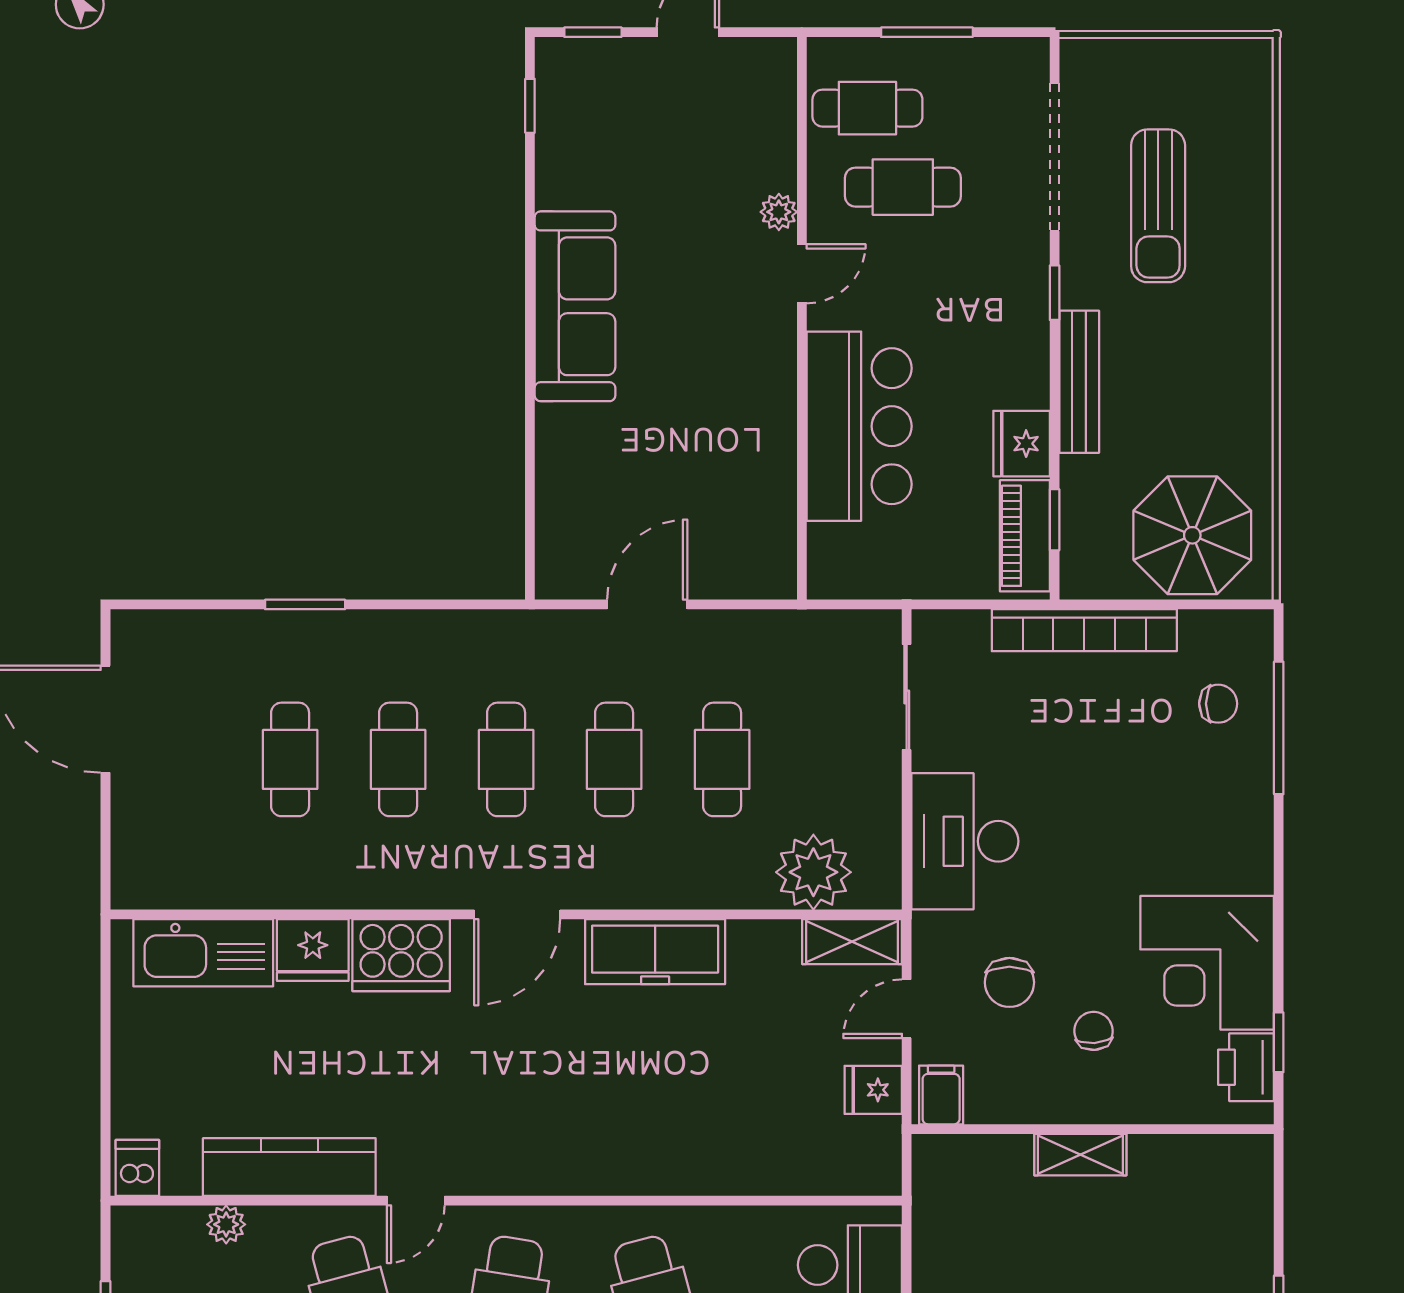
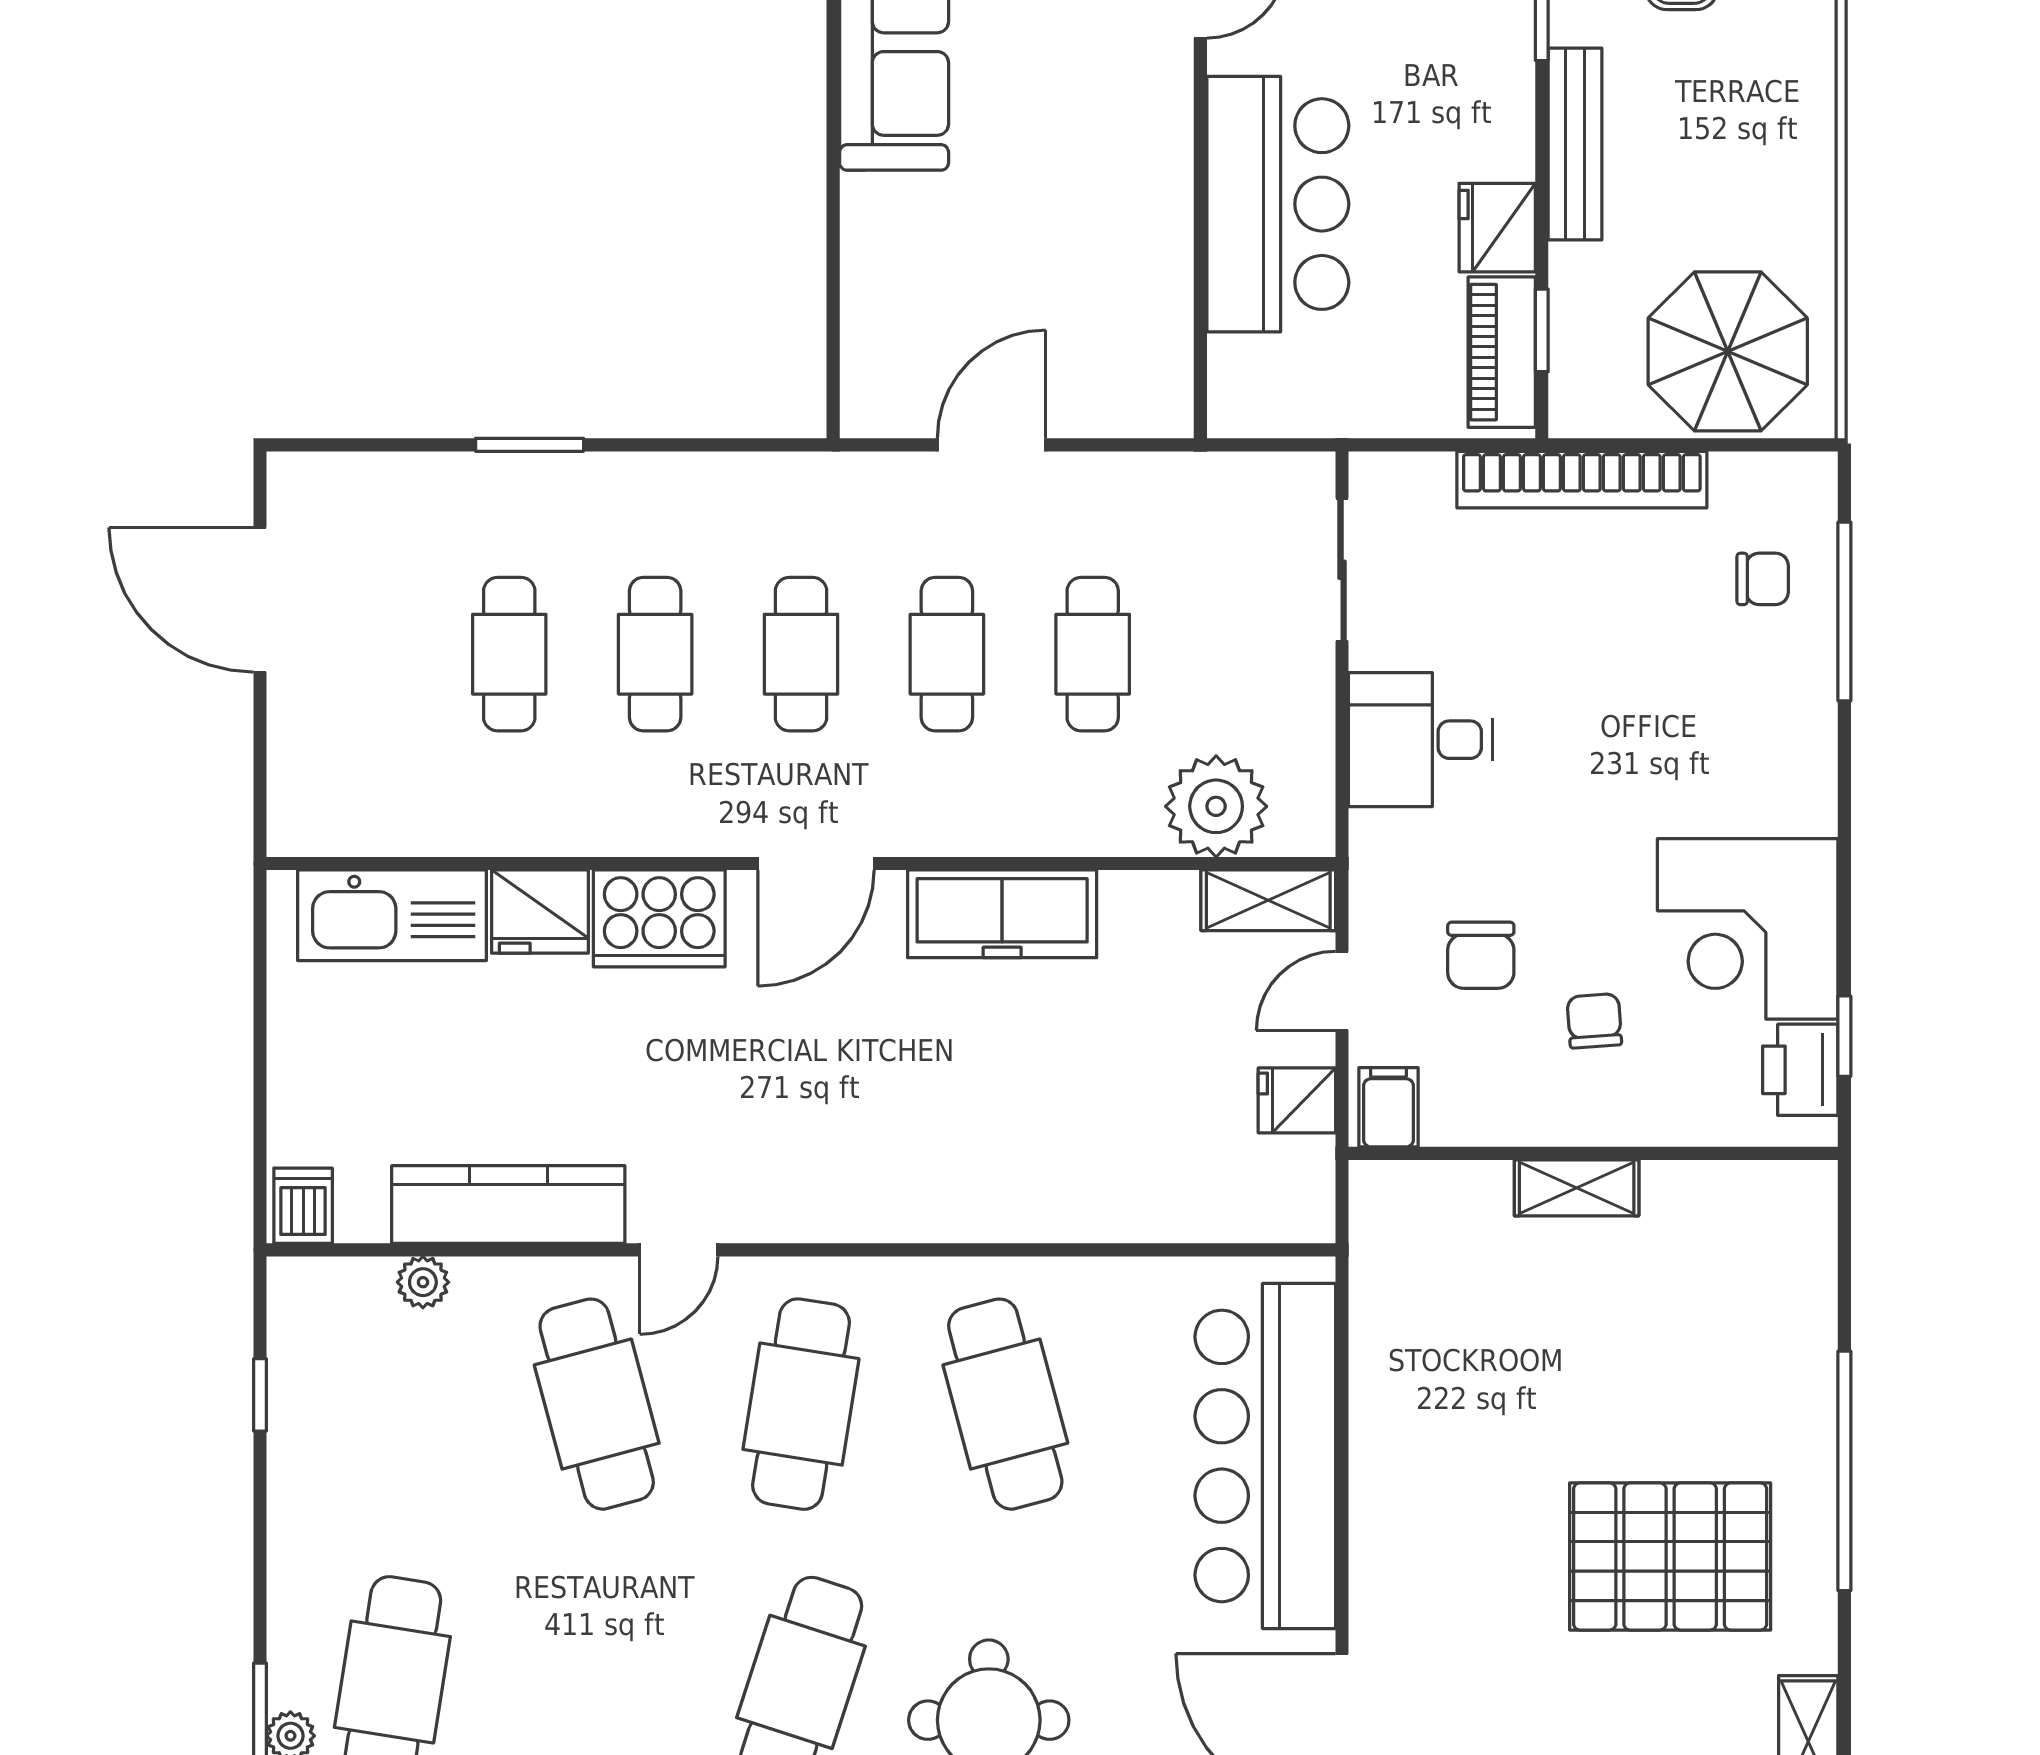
desk: (965, 841) -> (1421, 740), width x0.73

